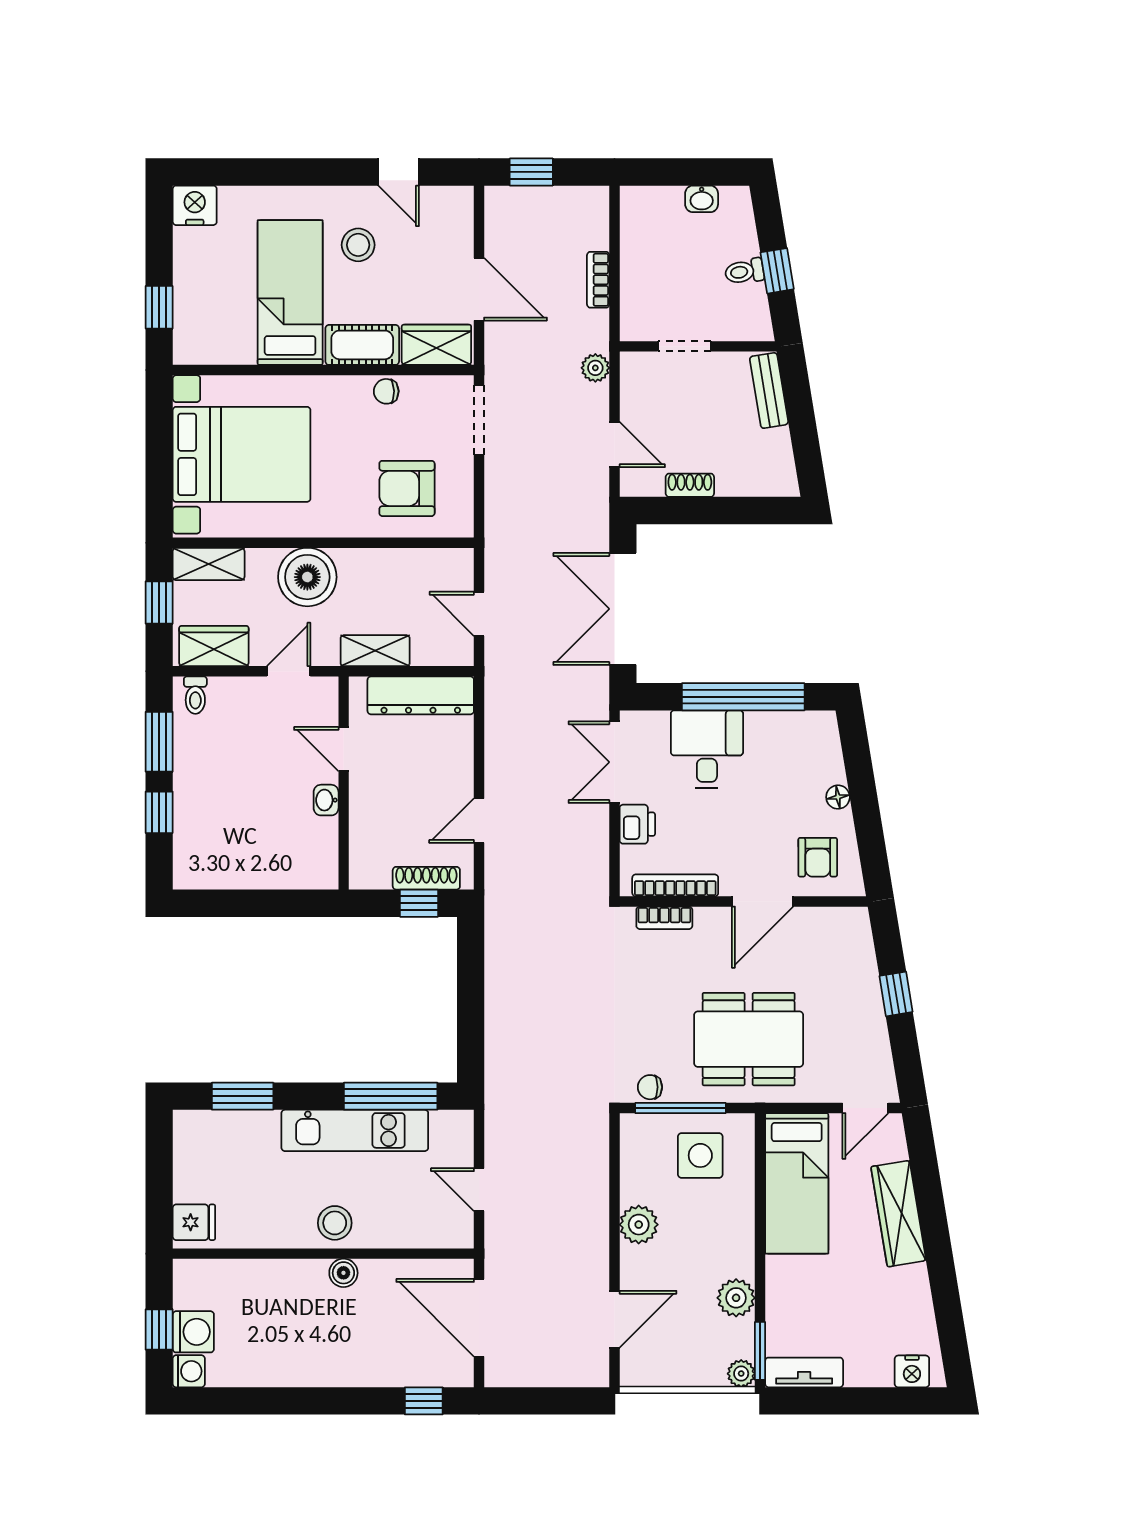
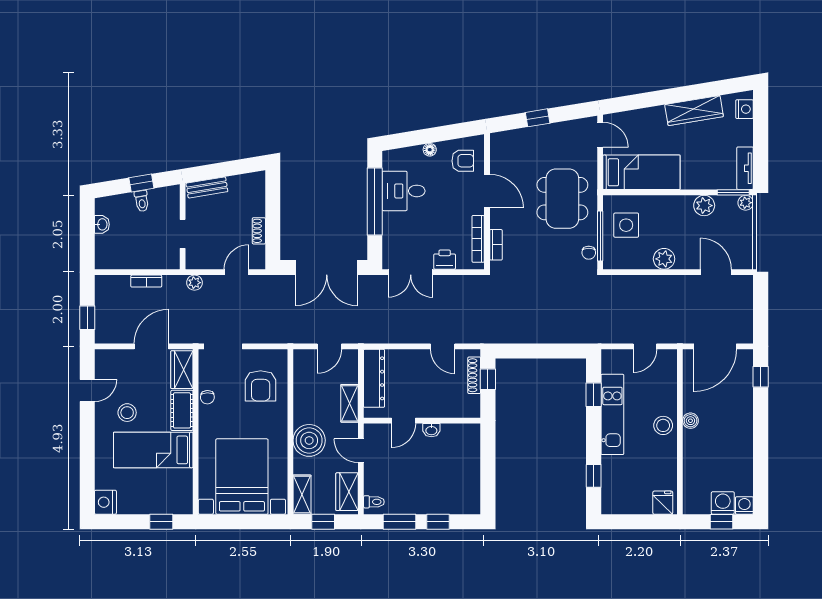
desk: (707, 749) -> (404, 191), moved
window: (243, 1096) -> (594, 476), width x0.67
window: (391, 1096) -> (594, 395), width x0.46
wardrobe: (898, 1214) -> (694, 111), moved

